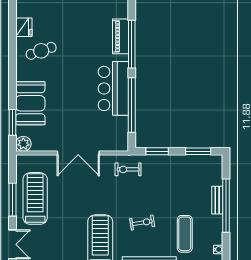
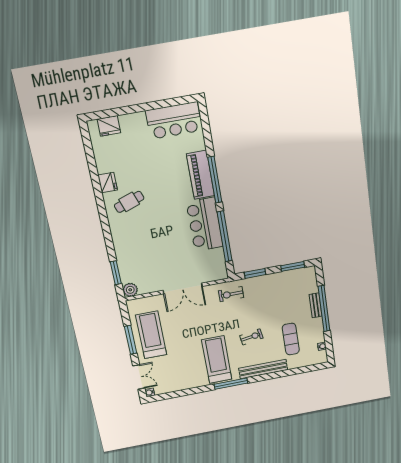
piano: (120, 36) -> (200, 175), width x1.37, depth x1.33
booth: (30, 103) -> (129, 252), removed

